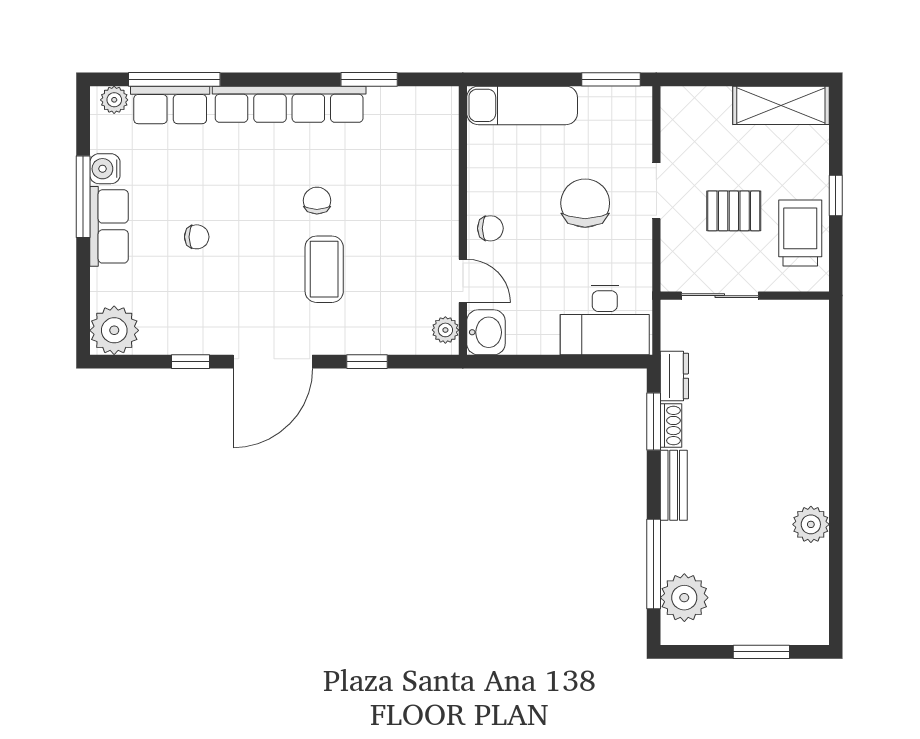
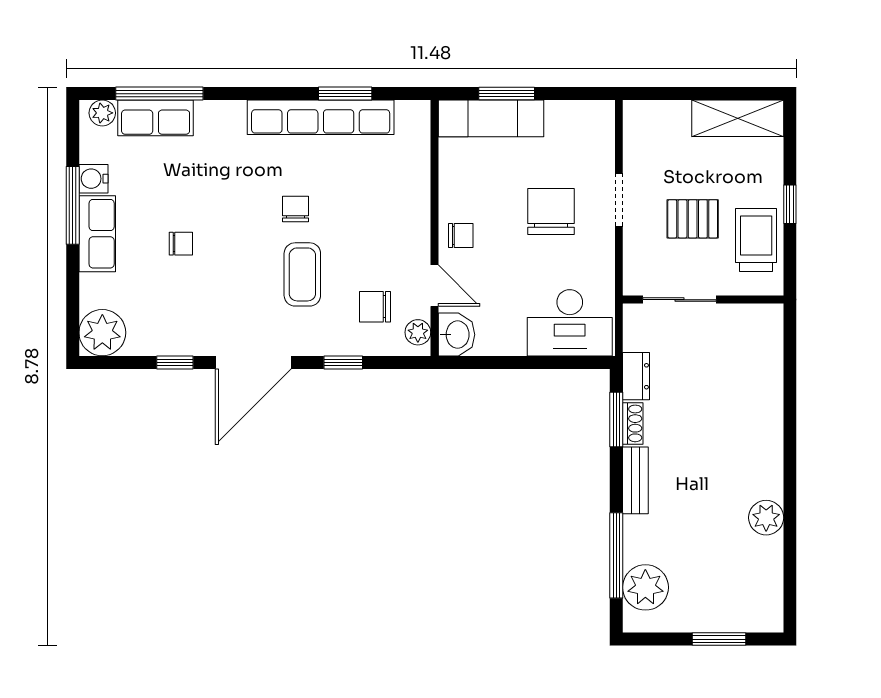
window: (611, 79) -> (507, 94), moved
row of seats: (289, 104) -> (321, 117), moved
chair: (401, 303) -> (375, 307), added

